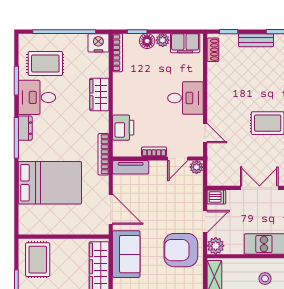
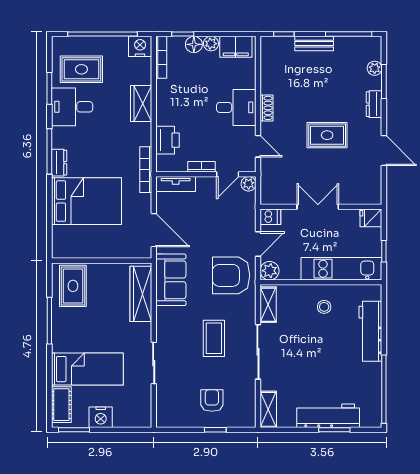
shoe rack: (213, 50) -> (267, 108), moved
dresser: (25, 128) -> (59, 163), moved

